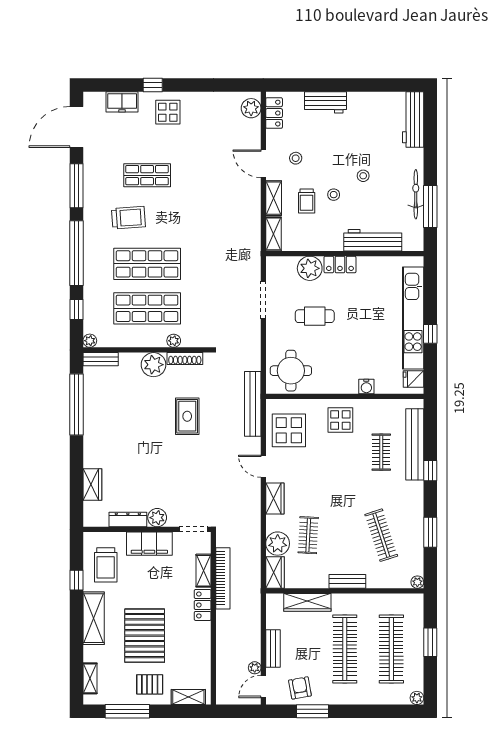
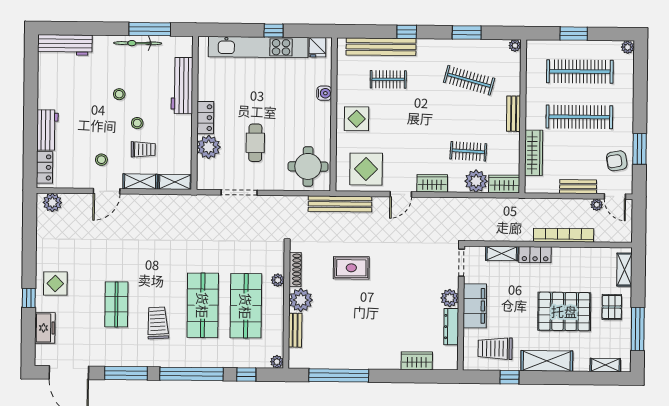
locker: (274, 113) -> (45, 167), moved, turned 90
bench: (101, 359) -> (295, 330), moved
clothes rail: (381, 535) -> (469, 80), turned 33
trolley: (106, 565) -> (495, 349), turned 180
bookcase: (223, 578) -> (564, 235), moved

